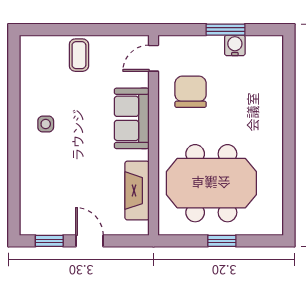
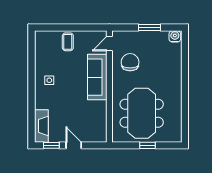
water cooler: (235, 45) -> (175, 36), moved
sofa: (132, 118) -> (97, 77), width x1.36
meeting table: (211, 183) -> (142, 113), turned 90
fireplace: (137, 191) -> (41, 126), moved, turned 180

